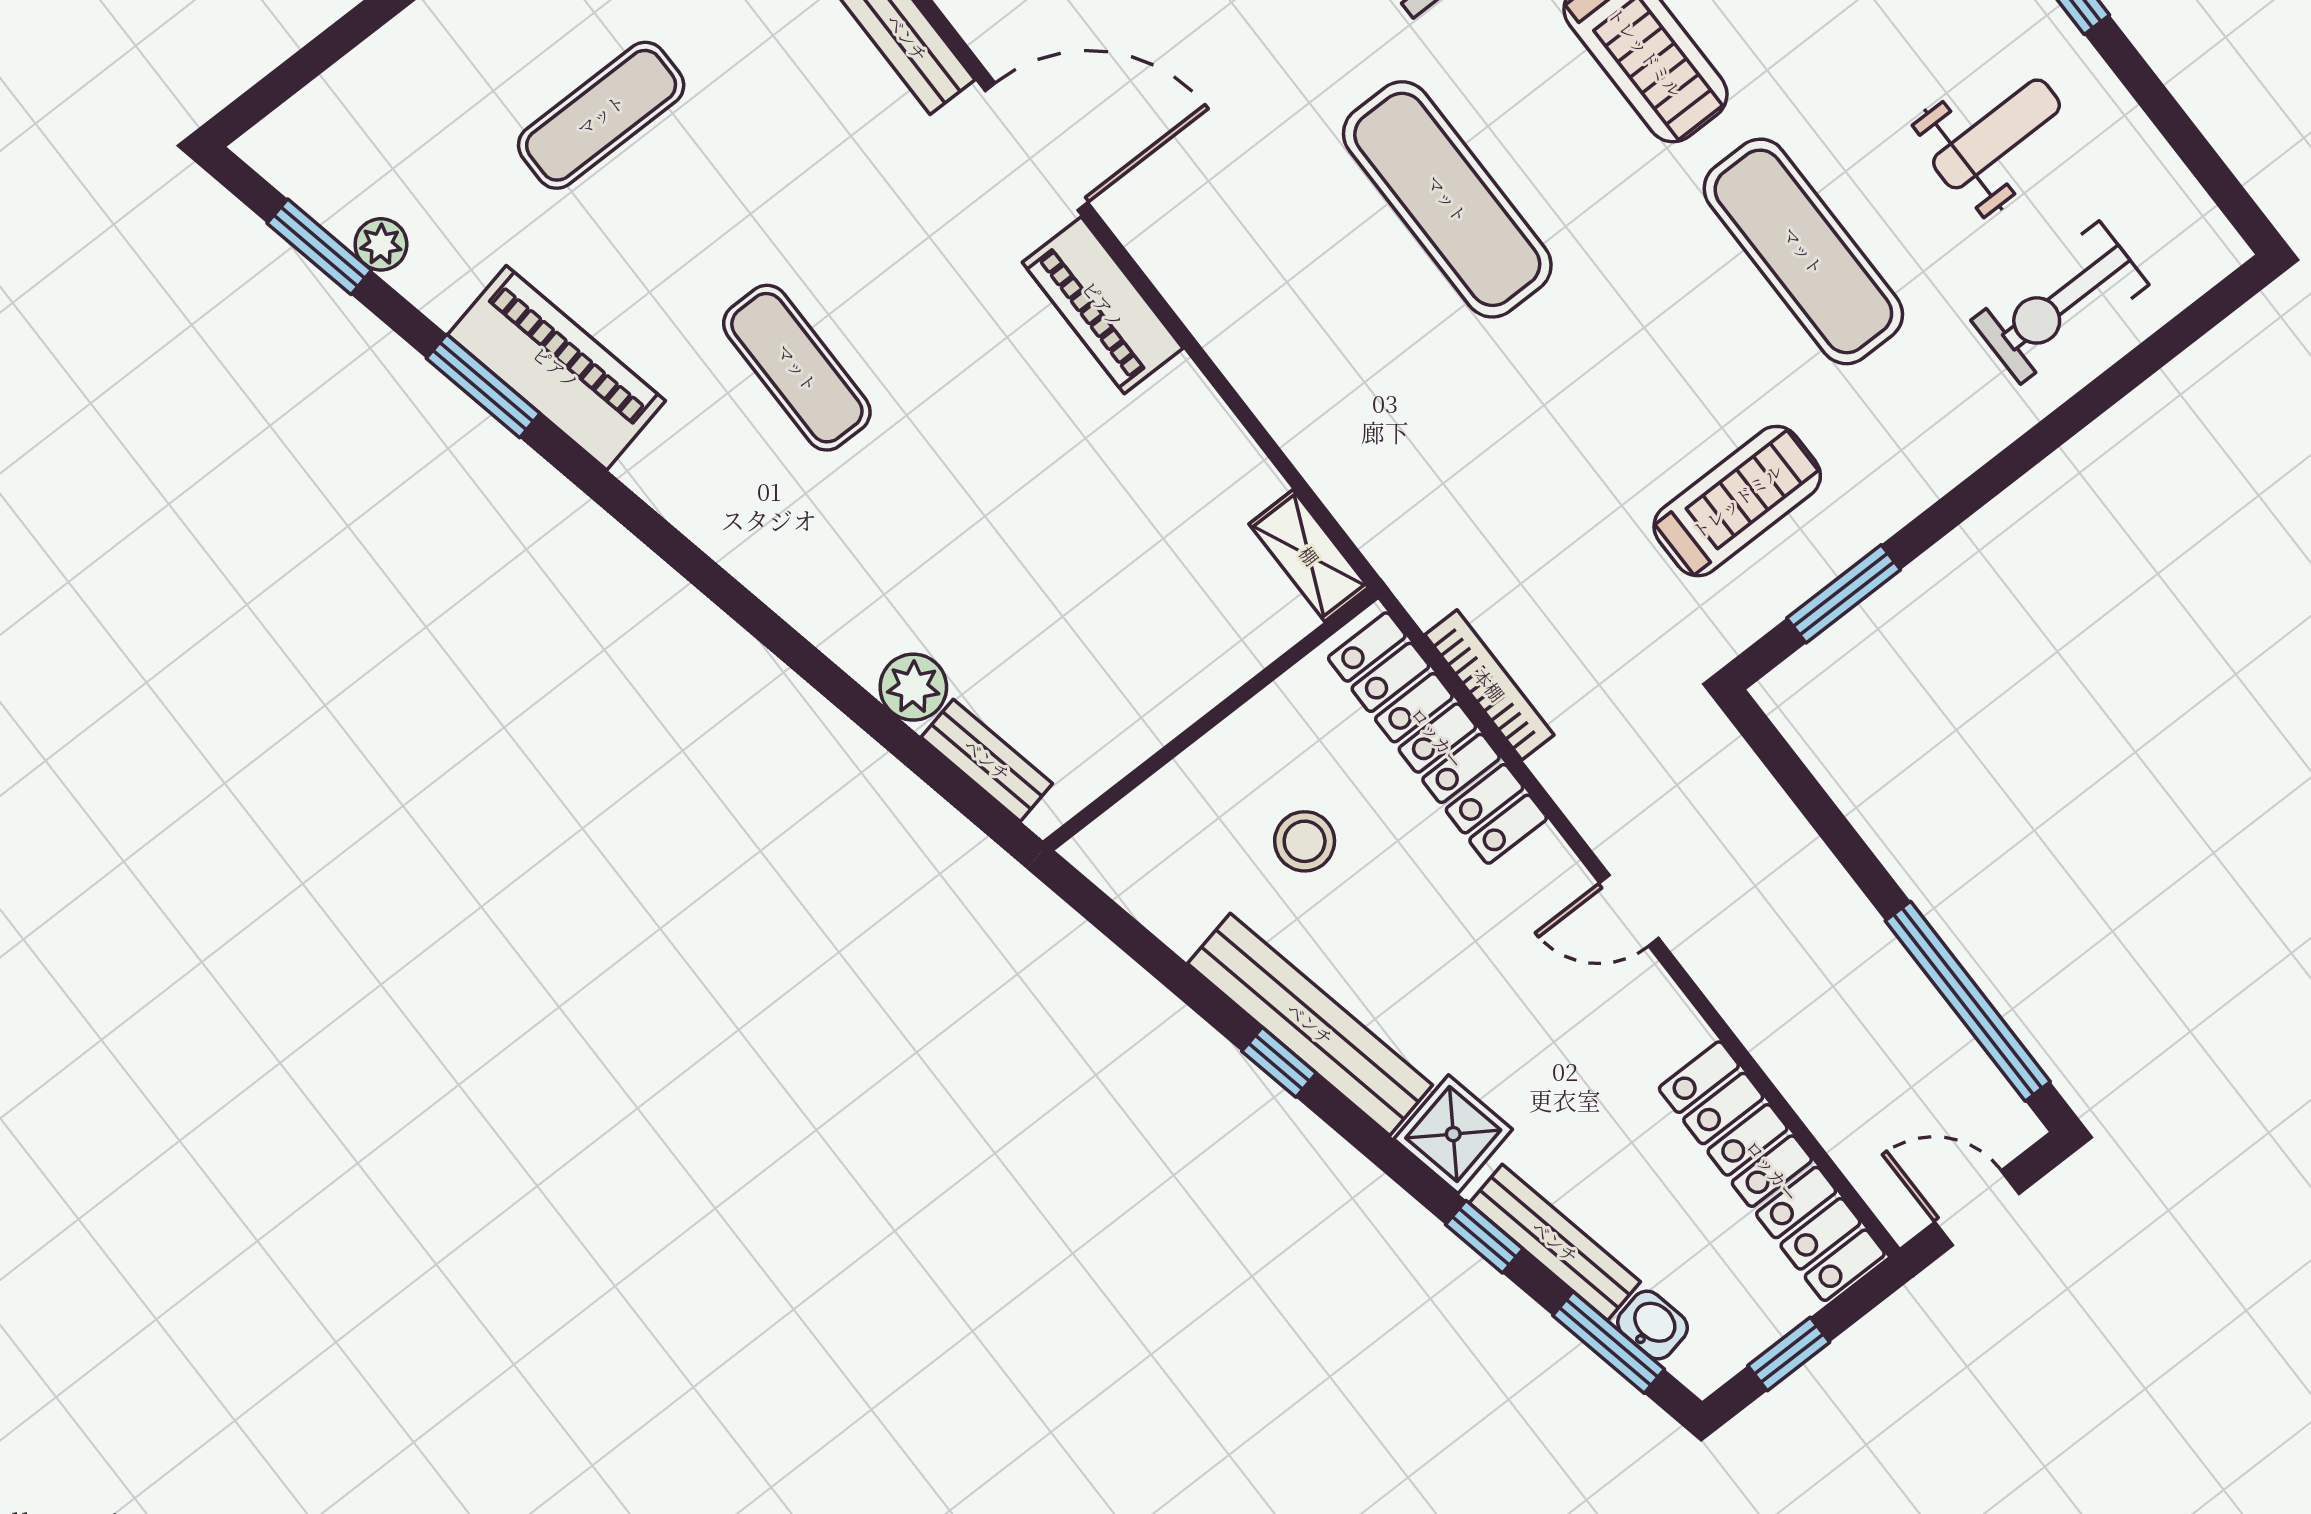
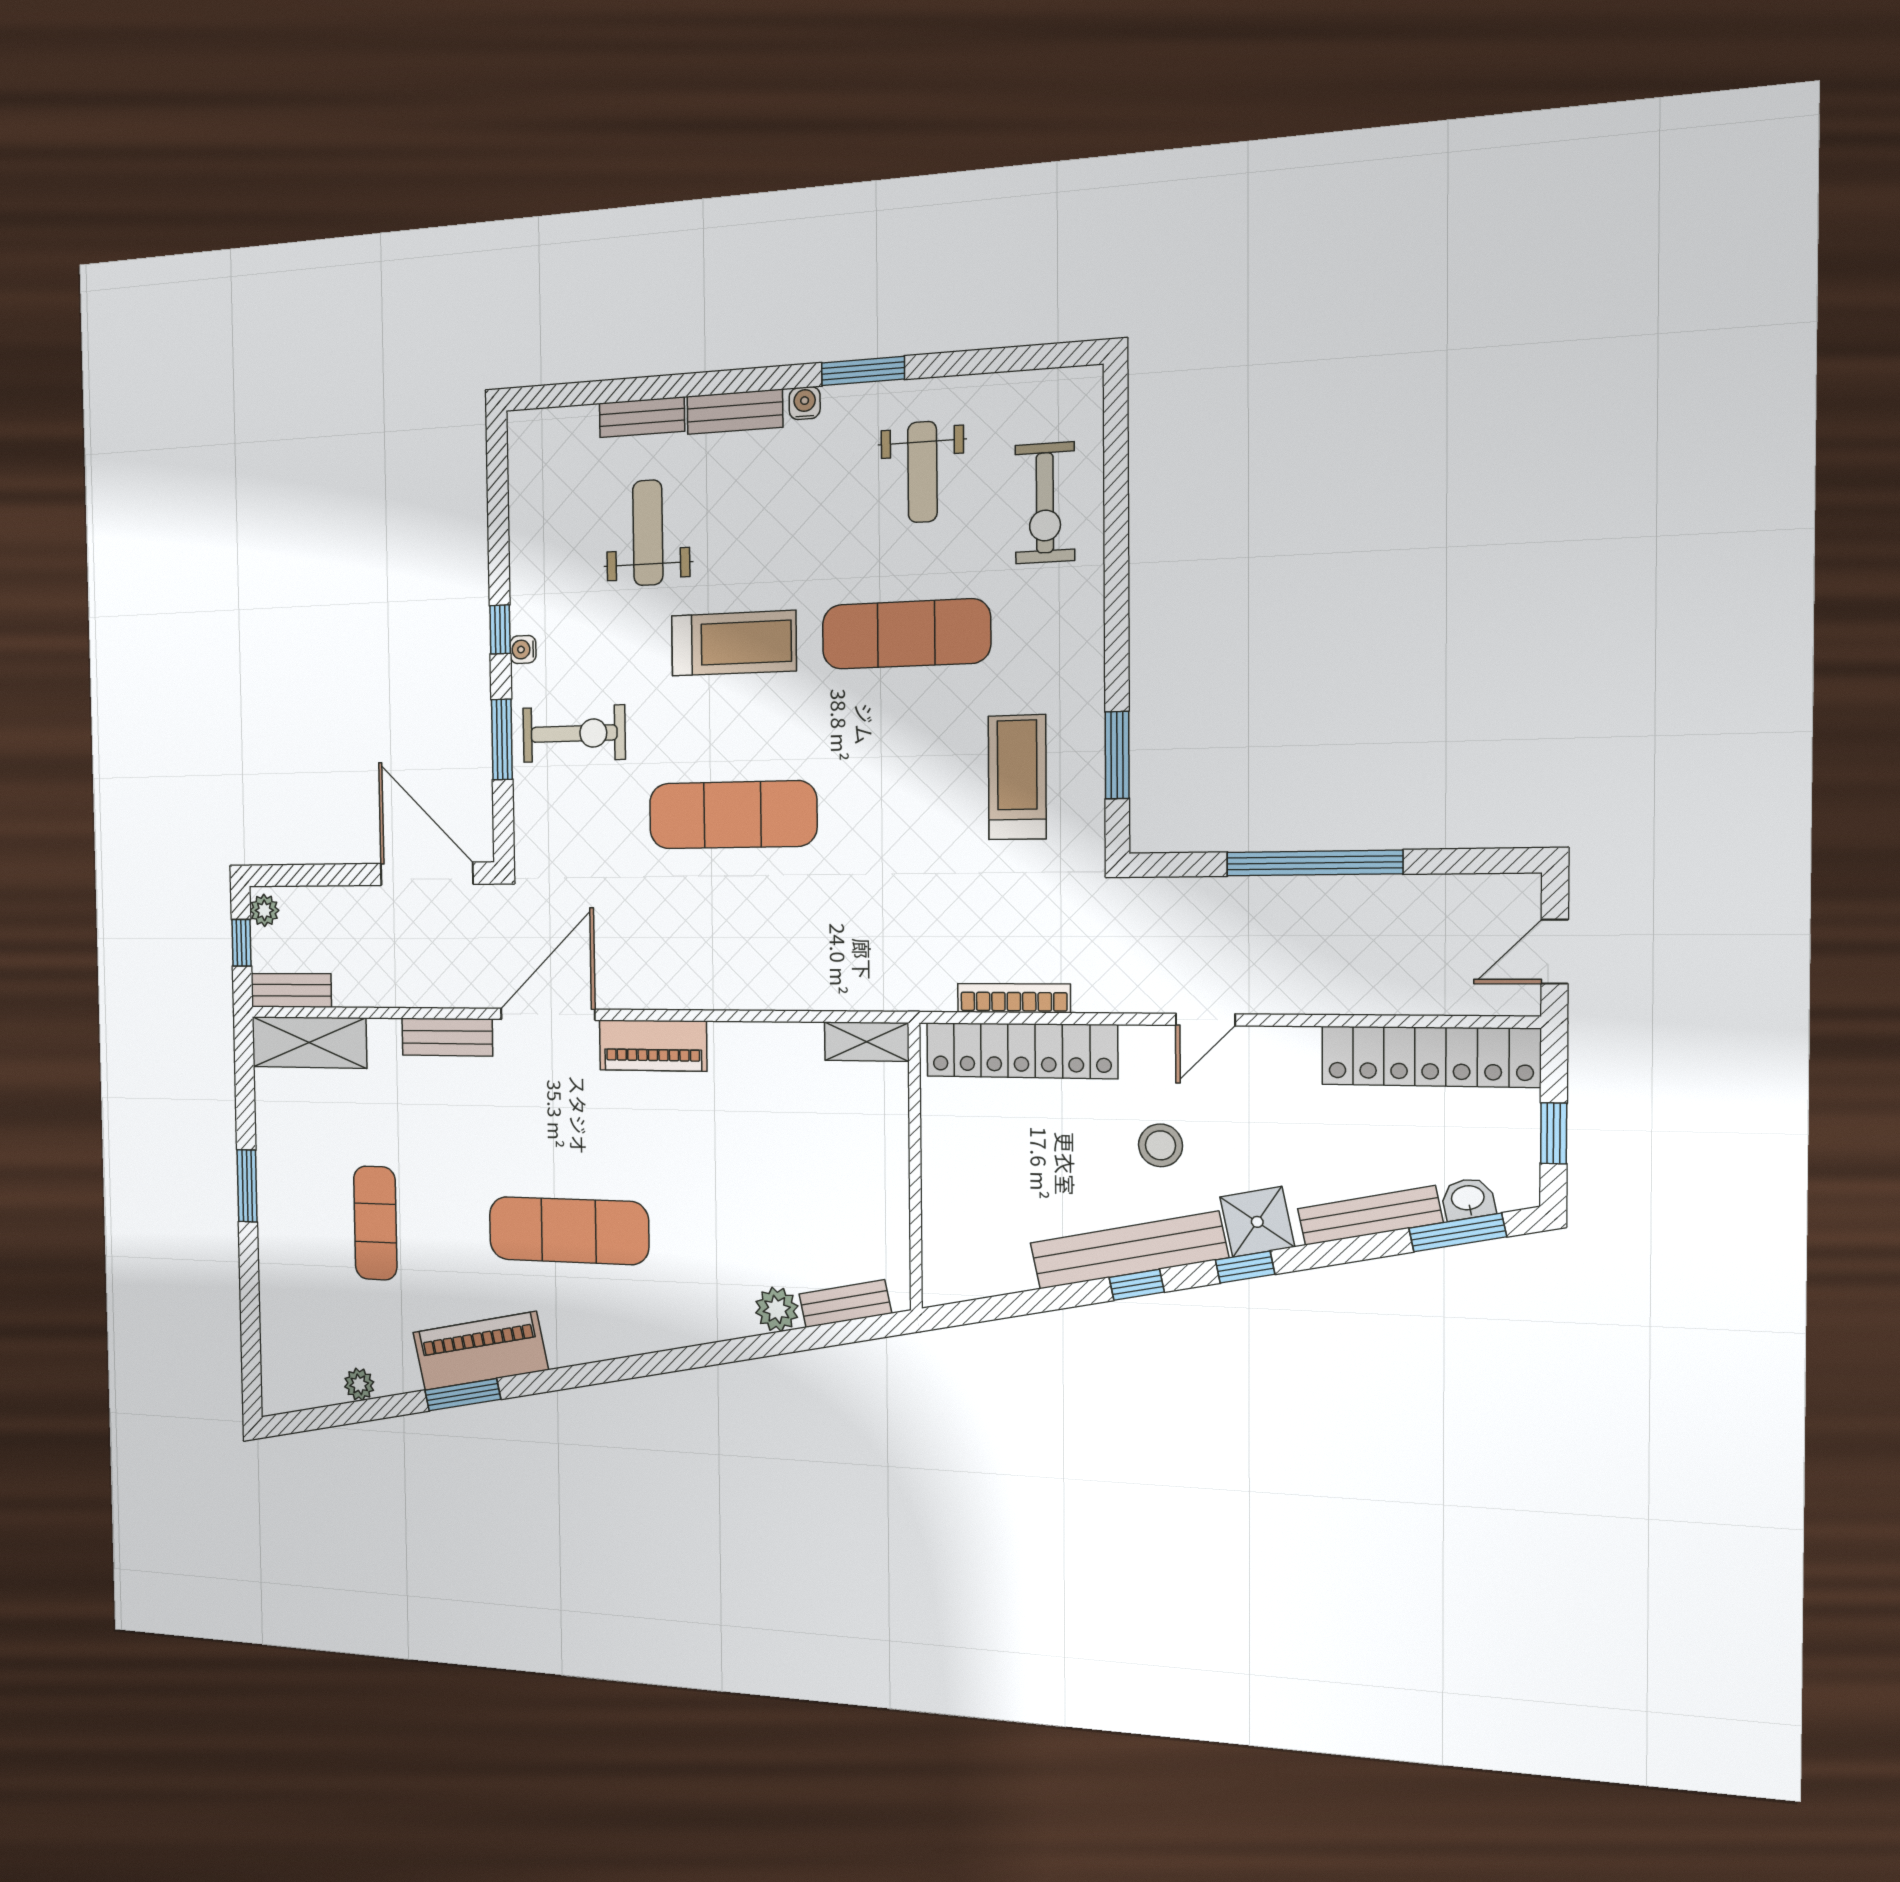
weight bench: (1996, 134) -> (922, 472), turned 180
window: (319, 247) -> (339, 1415), removed
exercise mat: (797, 368) -> (569, 1231), width x1.36, depth x1.45
stool: (1305, 841) -> (1161, 1145), moved
window: (1968, 1001) -> (1314, 863), moved
window: (1484, 1237) -> (1245, 1267), moved

